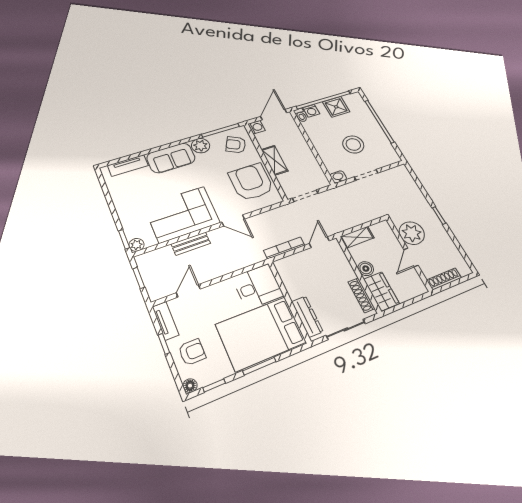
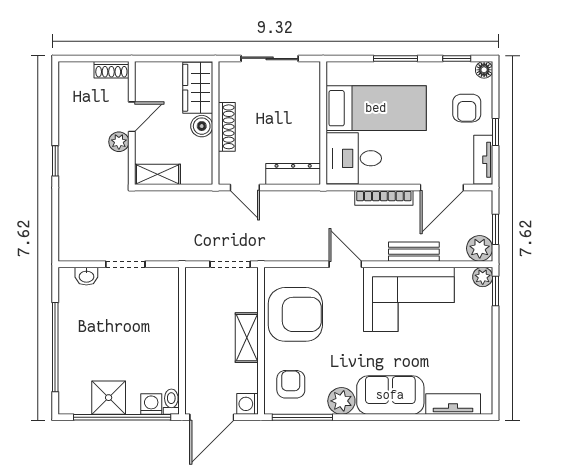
stool: (353, 144) -> (117, 322), removed
armchair: (236, 145) -> (291, 384), turned -118
washbasin: (338, 177) -> (86, 276), moved
armchair: (251, 182) -> (295, 314), turned -90
plant: (412, 233) -> (119, 142), width x0.53, depth x0.53
shelving: (357, 237) -> (158, 174), moved
door: (319, 242) -> (245, 188), hinge flipped
bookcase: (284, 248) -> (384, 198), moved
plant: (146, 262) -> (480, 248), added
shoe rack: (444, 279) -> (111, 70), width x0.70
door: (188, 291) -> (442, 188), width x1.38
shoe rack: (361, 295) -> (227, 127), moved
dresser: (307, 316) -> (293, 174), moved, turned 90
bed: (261, 333) -> (376, 108), width x0.67
armchair: (192, 352) -> (467, 108), turned -90

